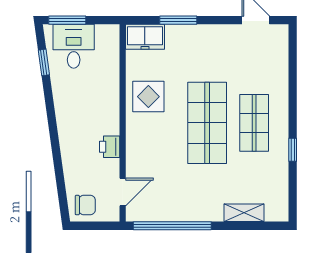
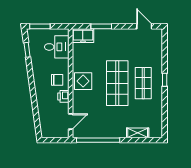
desk: (74, 46) -> (57, 47), moved, turned 90
display table: (148, 97) -> (83, 81), moved
window: (293, 150) -> (165, 80), moved
chair: (85, 205) -> (57, 80), moved

